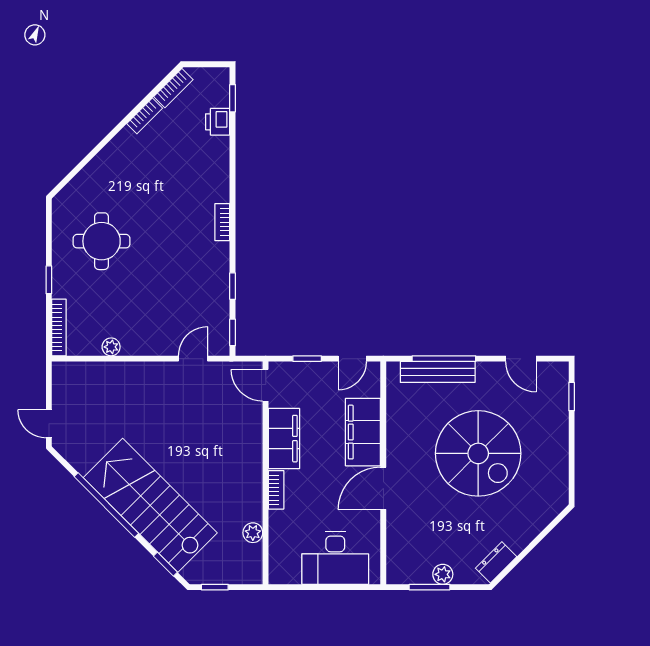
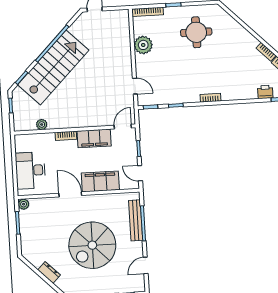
plant: (111, 347) -> (143, 45), width x1.88, depth x1.88
dresser: (496, 562) -> (49, 272), moved
plant: (443, 574) -> (24, 204), moved

